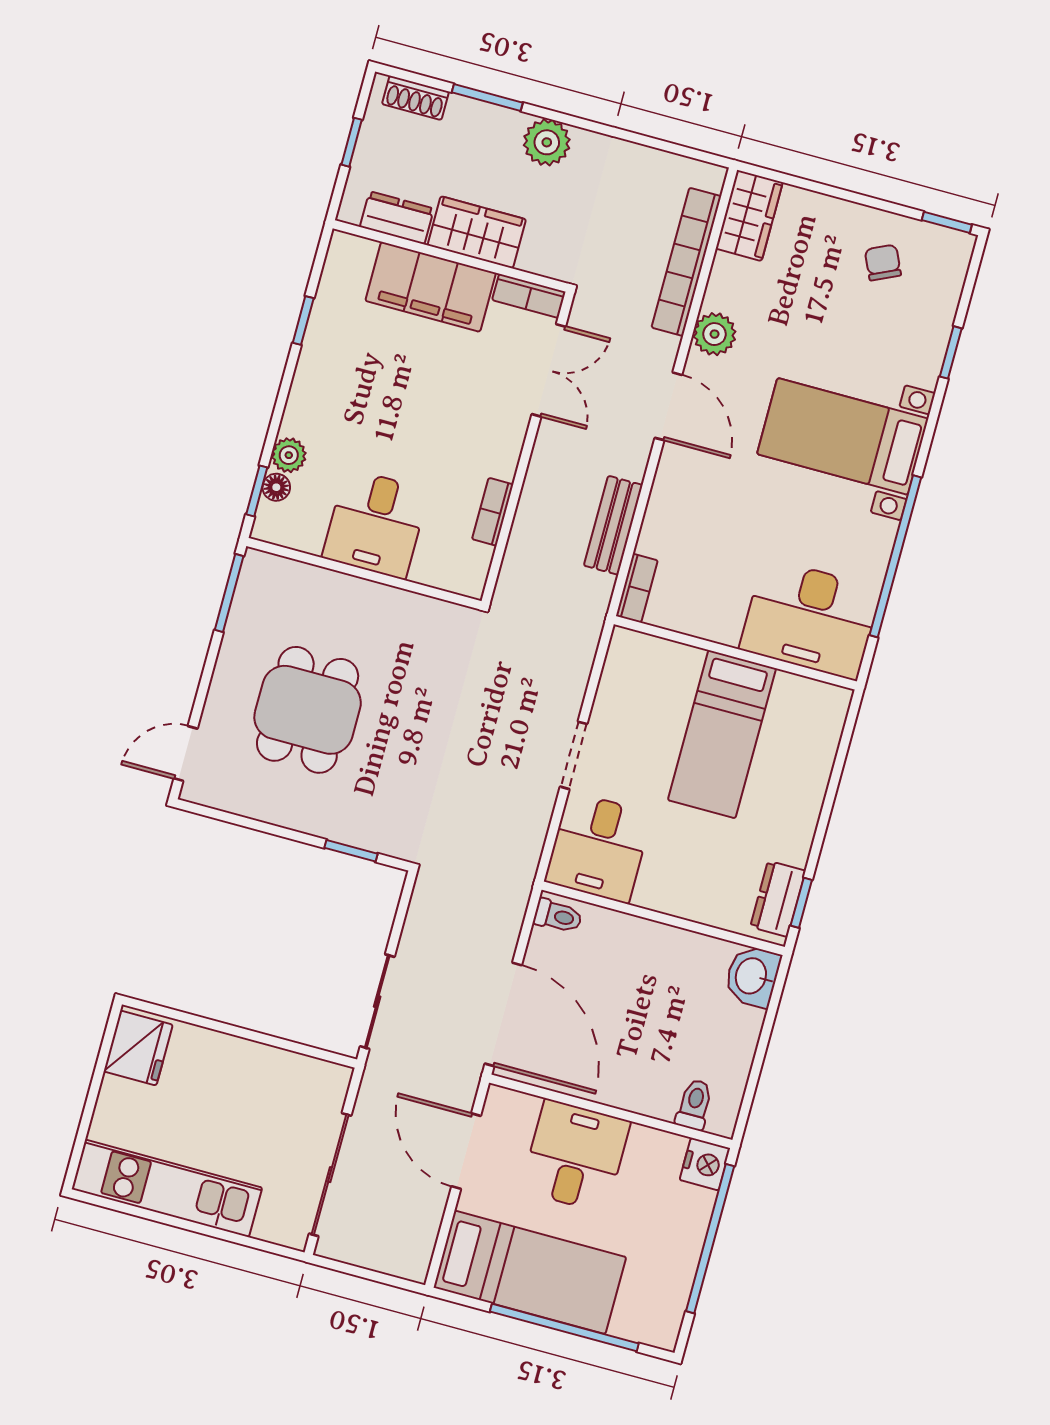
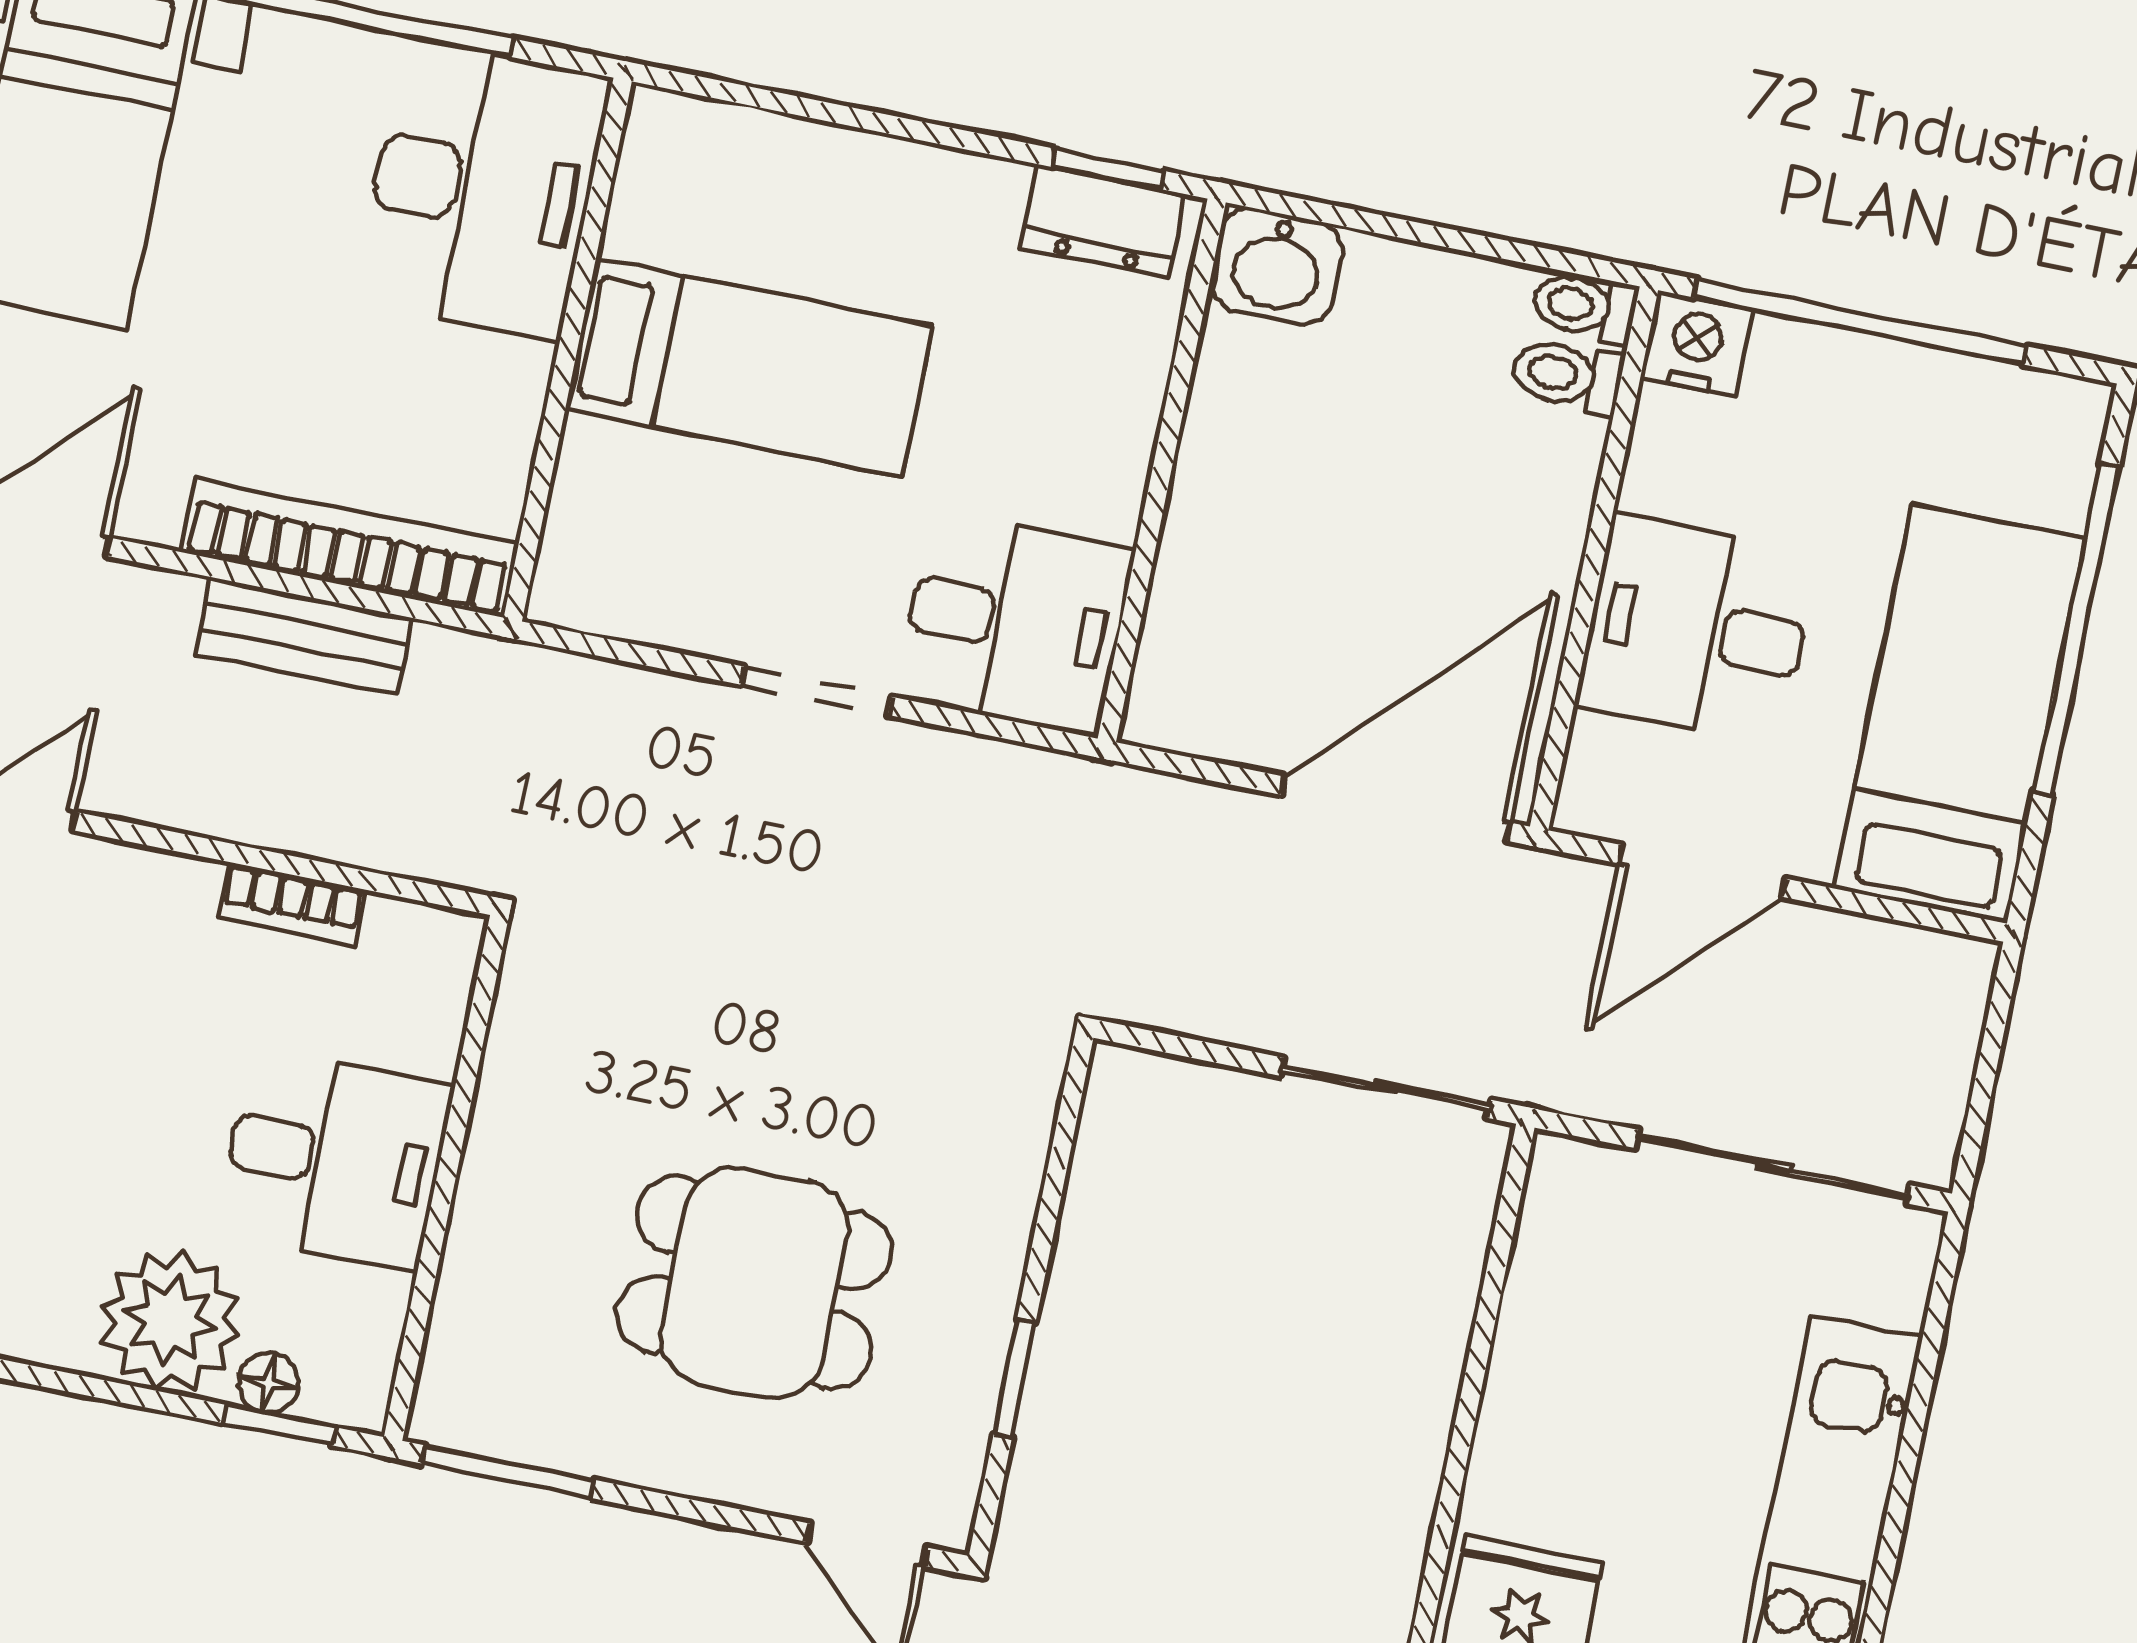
plant: (289, 455) -> (170, 1321), width x1.87, depth x1.87
bookcase: (637, 588) -> (349, 548), width x2.31, depth x1.31
window: (351, 851) -> (1015, 1379), moved
toilet: (558, 916) -> (1585, 307), moved, turned -90

